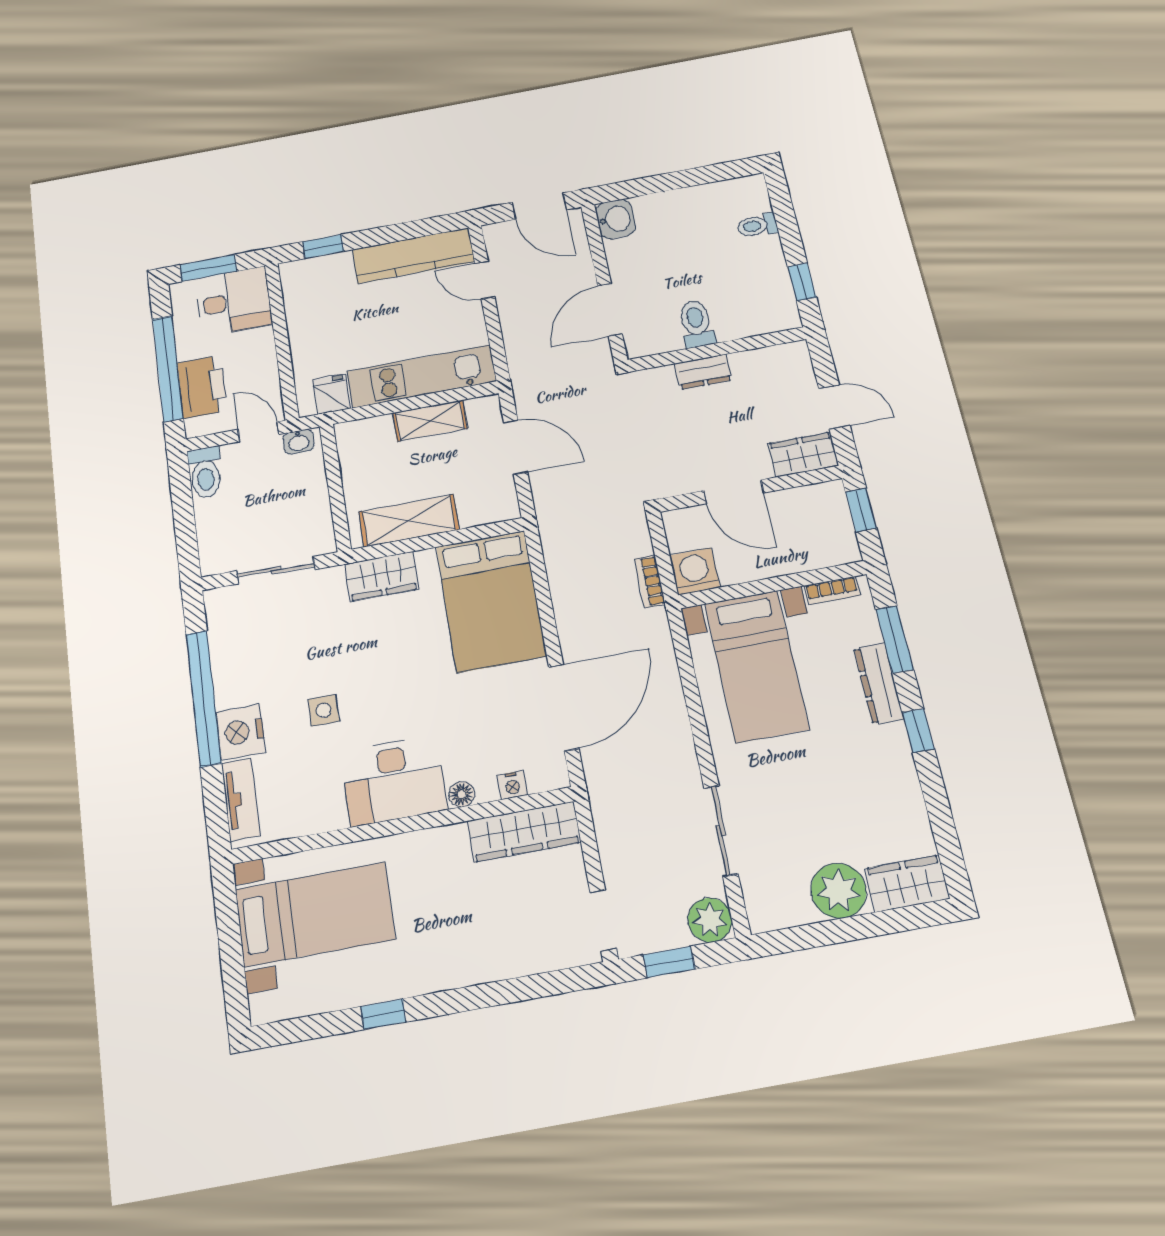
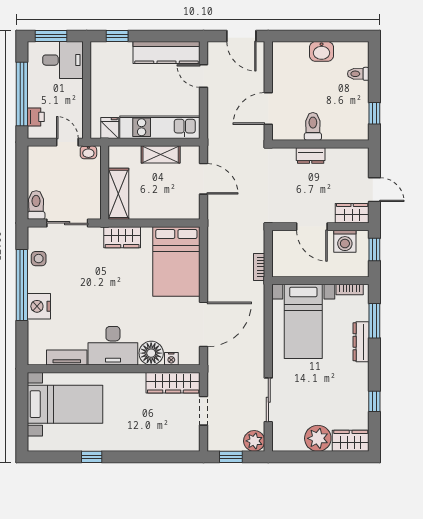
washbasin: (615, 219) -> (322, 51), moved, turned 90
printer: (202, 387) -> (36, 117), width x0.53, depth x0.68
toilet: (205, 473) -> (36, 205), moved, turned 180
shelving: (409, 521) -> (118, 194), moved, turned 90
washing machine: (695, 571) -> (345, 241), moved, turned 180
side table: (324, 710) -> (39, 259), moved
window: (918, 731) -> (374, 401), moved
floor lamp: (462, 794) -> (151, 353), width x1.89, depth x1.89
tv unit: (241, 799) -> (67, 357), moved, turned -90
doorway: (603, 920) -> (204, 411), moved

